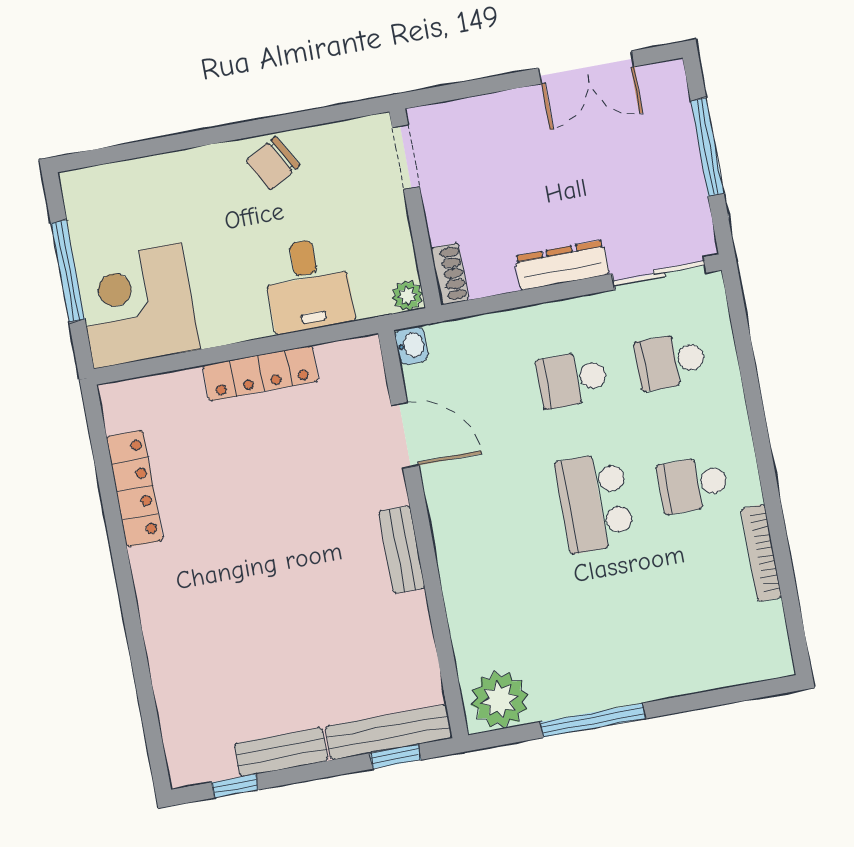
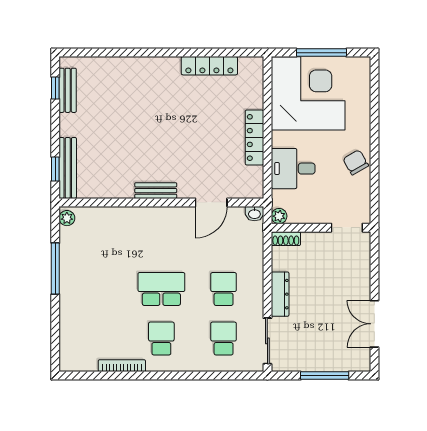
corner desk: (138, 306) -> (308, 93), width x1.36, depth x1.36
plant: (500, 700) -> (67, 218), width x0.53, depth x0.53
bench: (281, 752) -> (68, 90), moved

